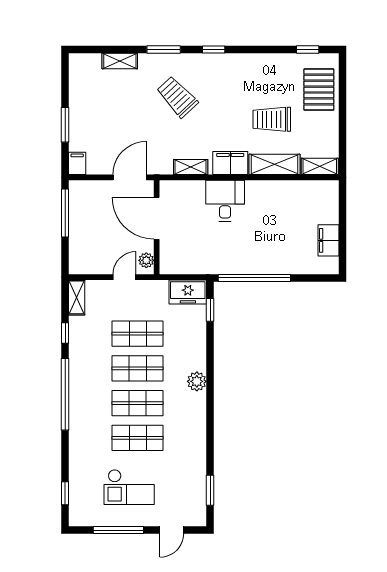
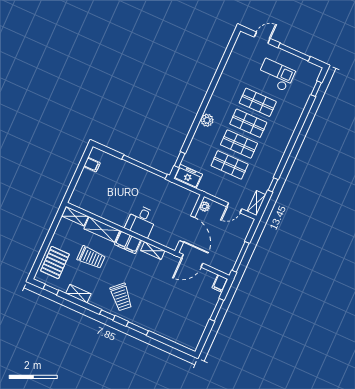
shelving: (120, 61) -> (78, 294), moved
trolley: (177, 97) -> (121, 297), moved
filing cabinet: (328, 240) -> (92, 165), width x0.50
door: (125, 277) -> (234, 208), moved
window: (65, 394) -> (290, 148), removed
window: (210, 490) -> (228, 51), removed

